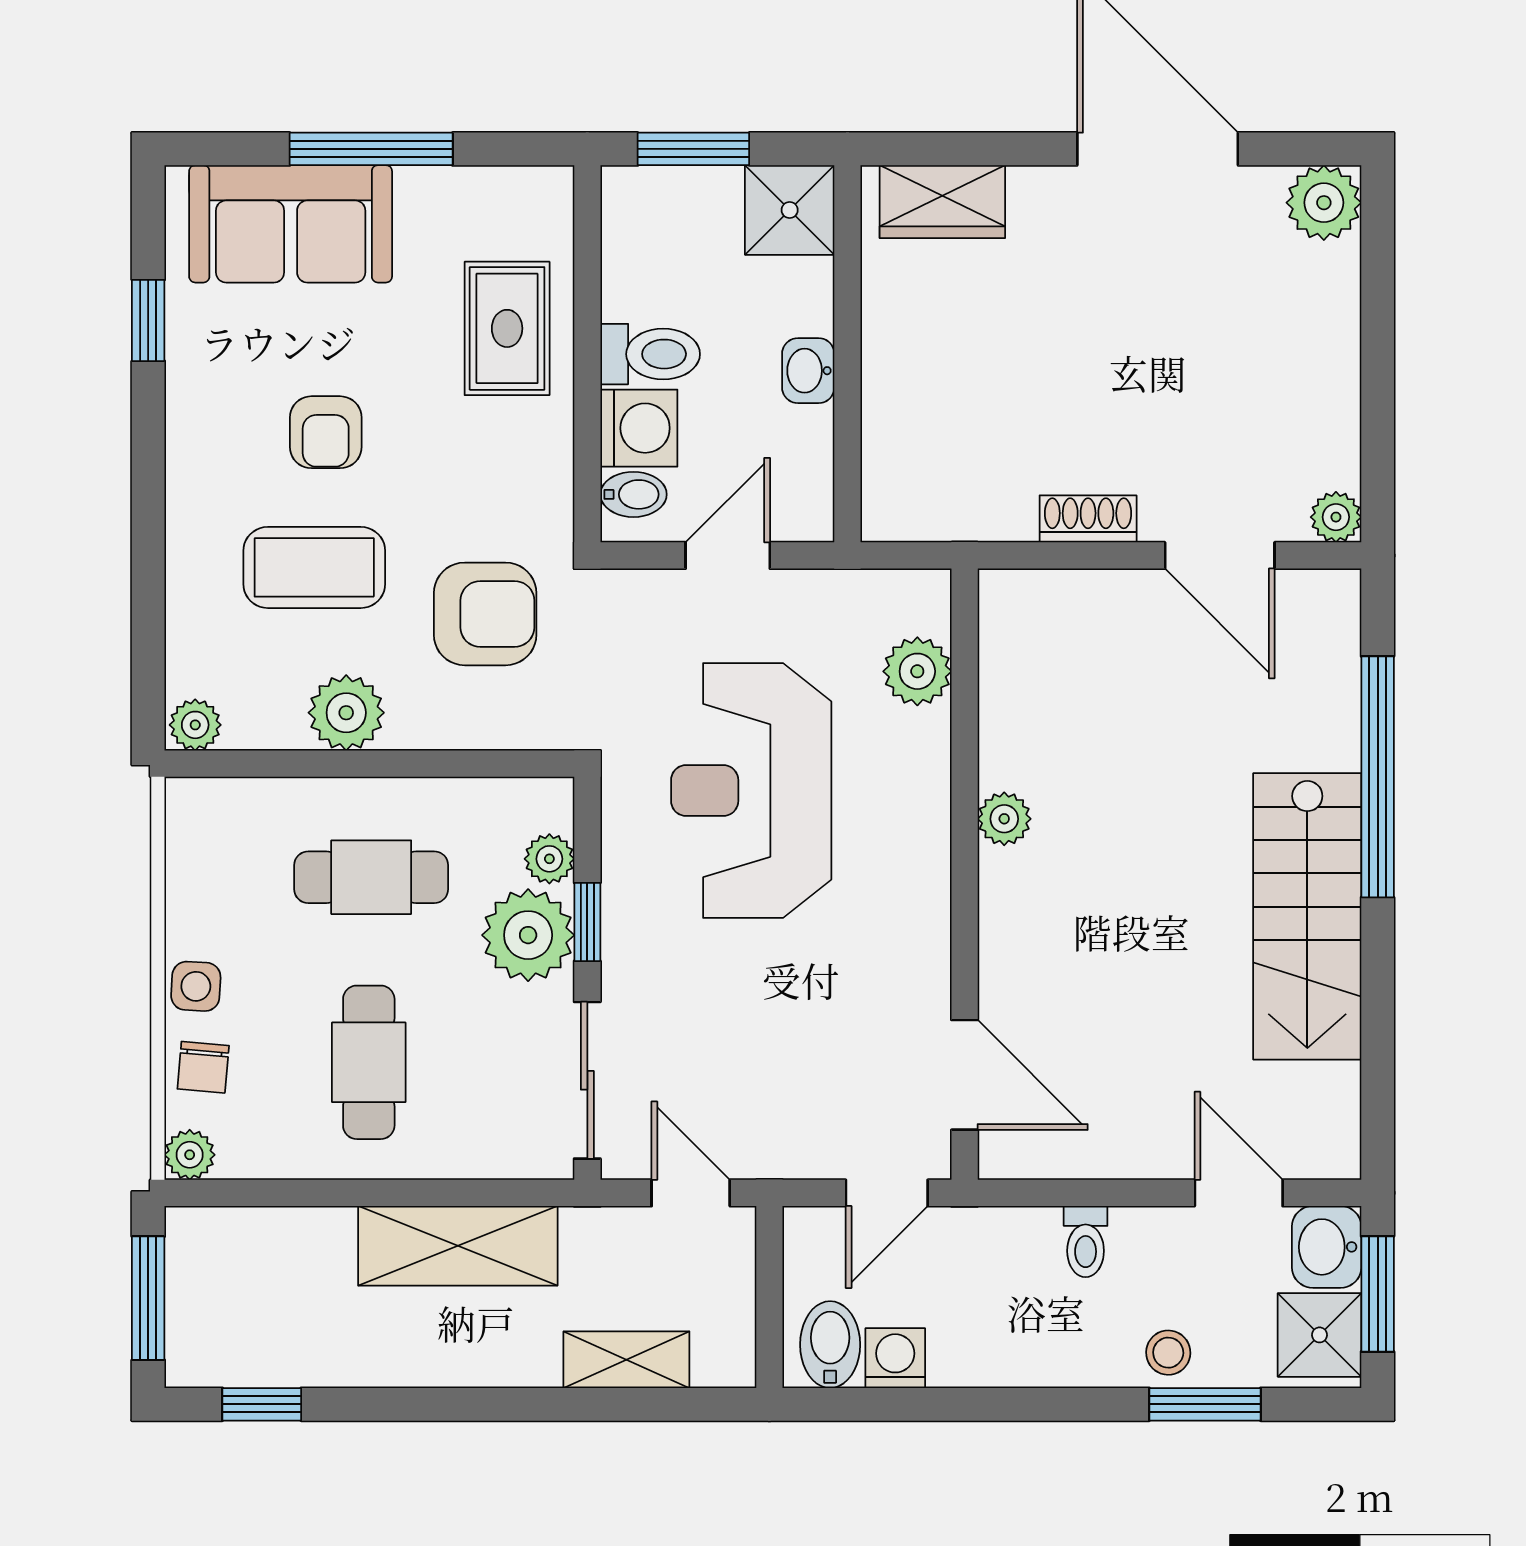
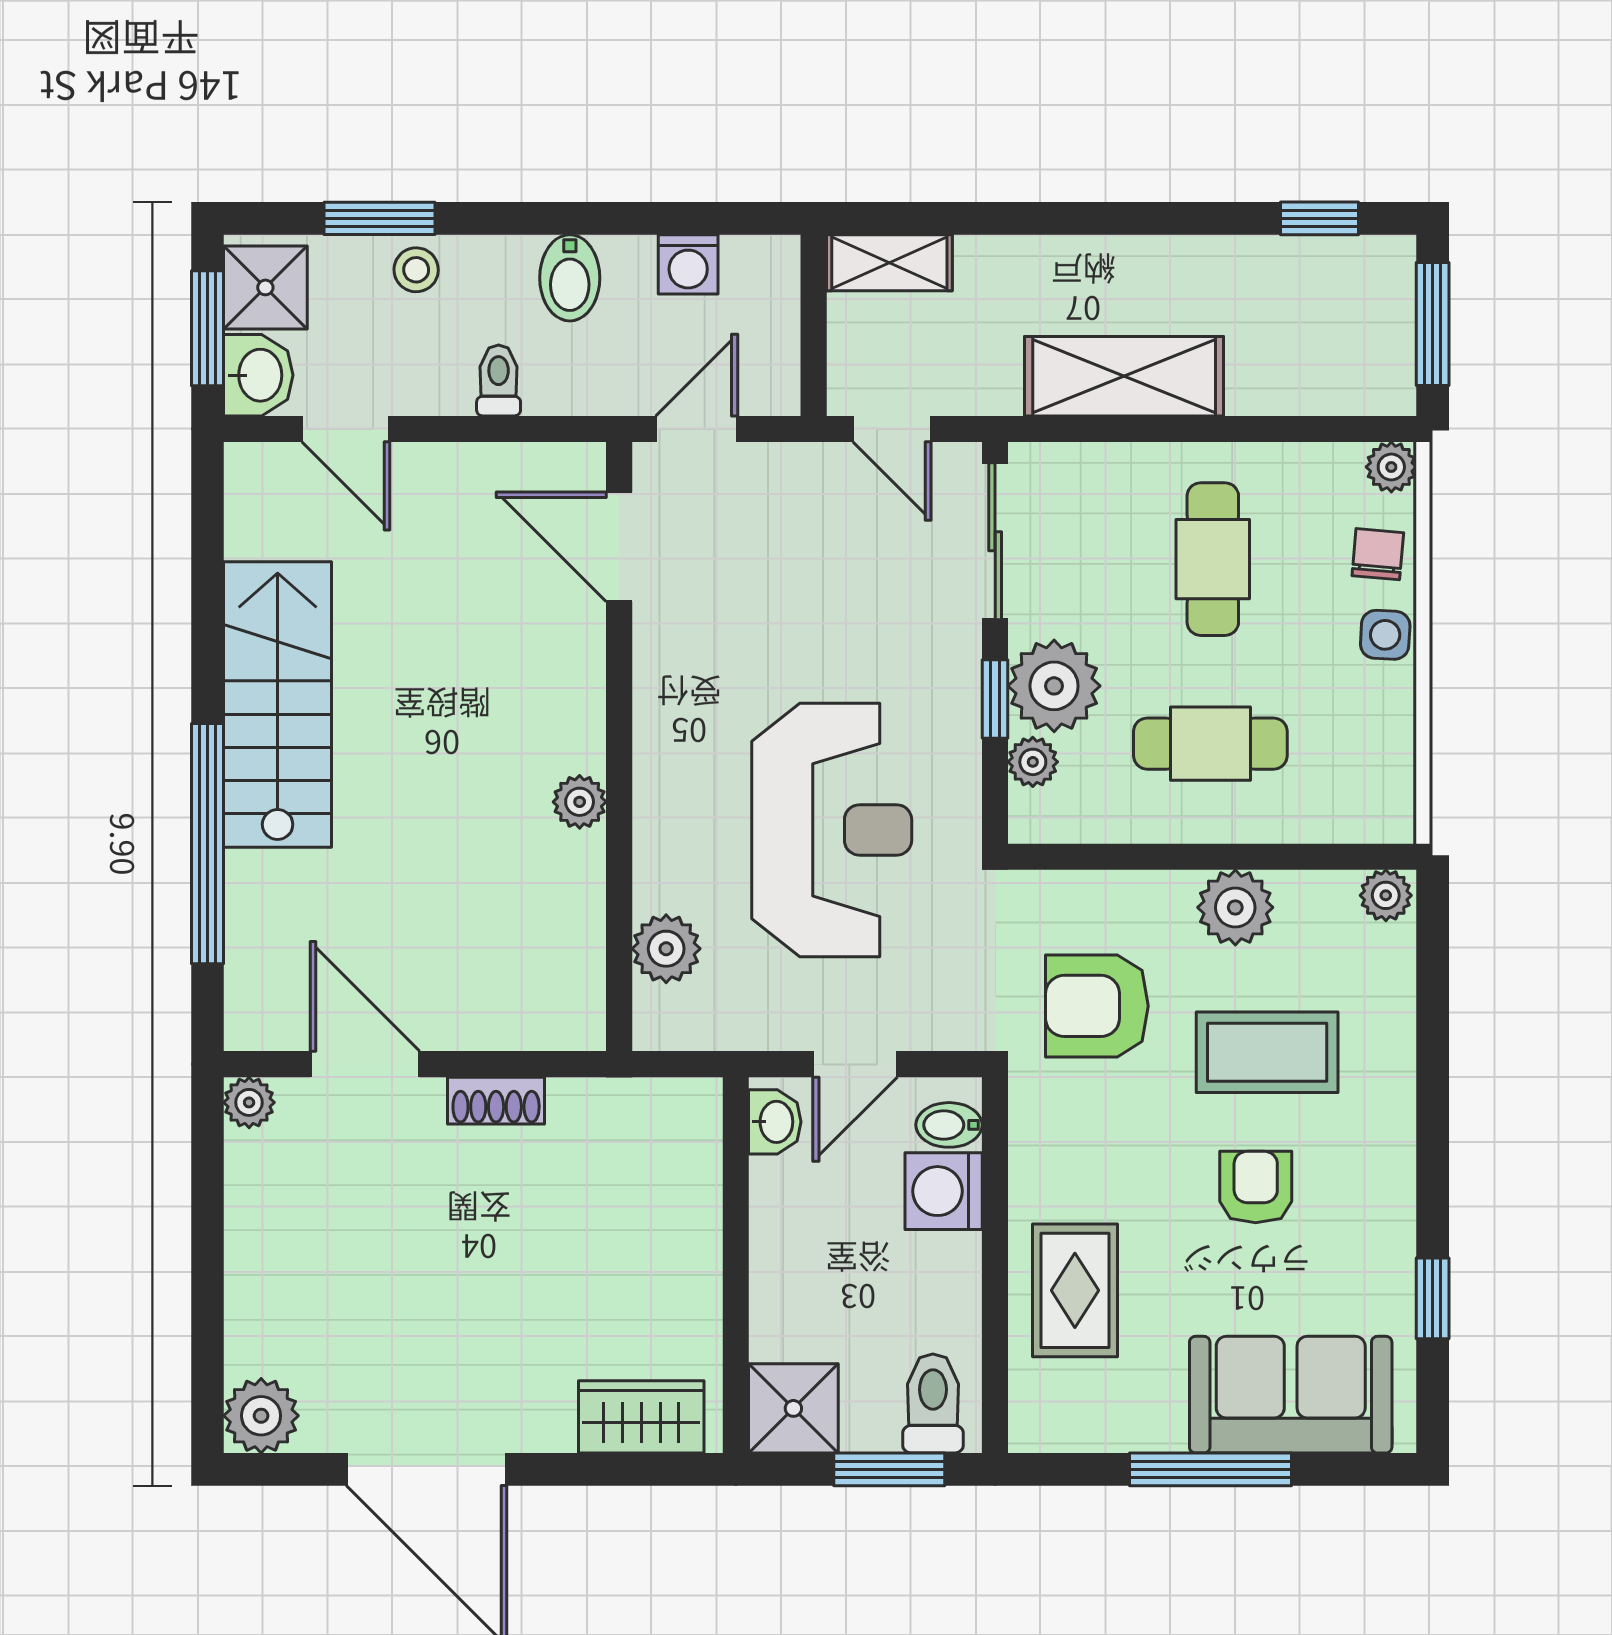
toilet: (650, 354) -> (933, 1403), moved, turned 90
washbasin: (808, 371) -> (775, 1122), moved
bidet: (830, 1345) -> (570, 278), moved
shelving: (626, 1360) -> (889, 263), moved

